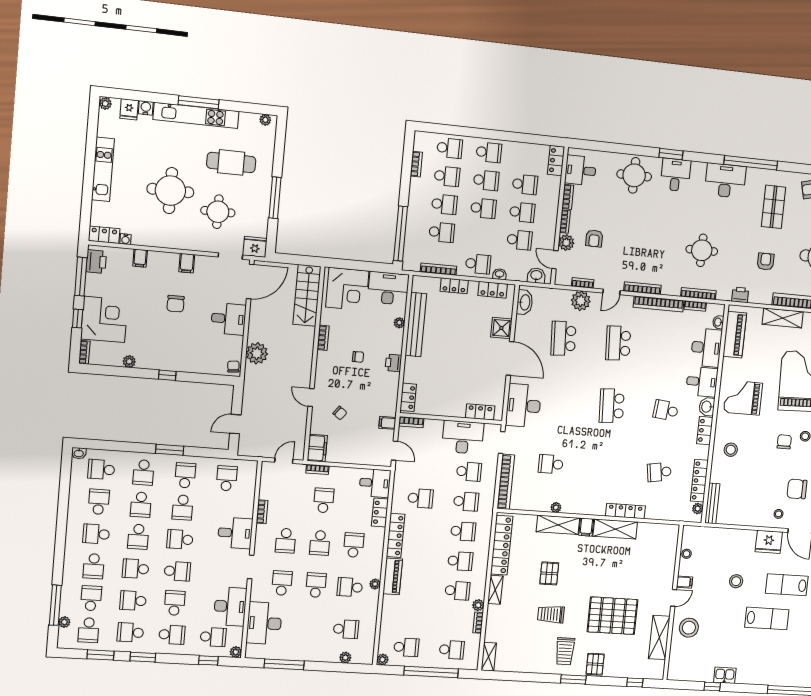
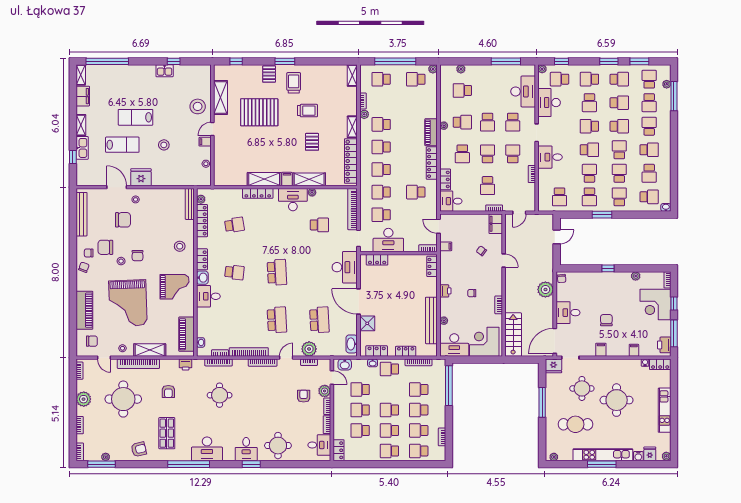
desk: (706, 348) -> (293, 200), moved, turned 90

